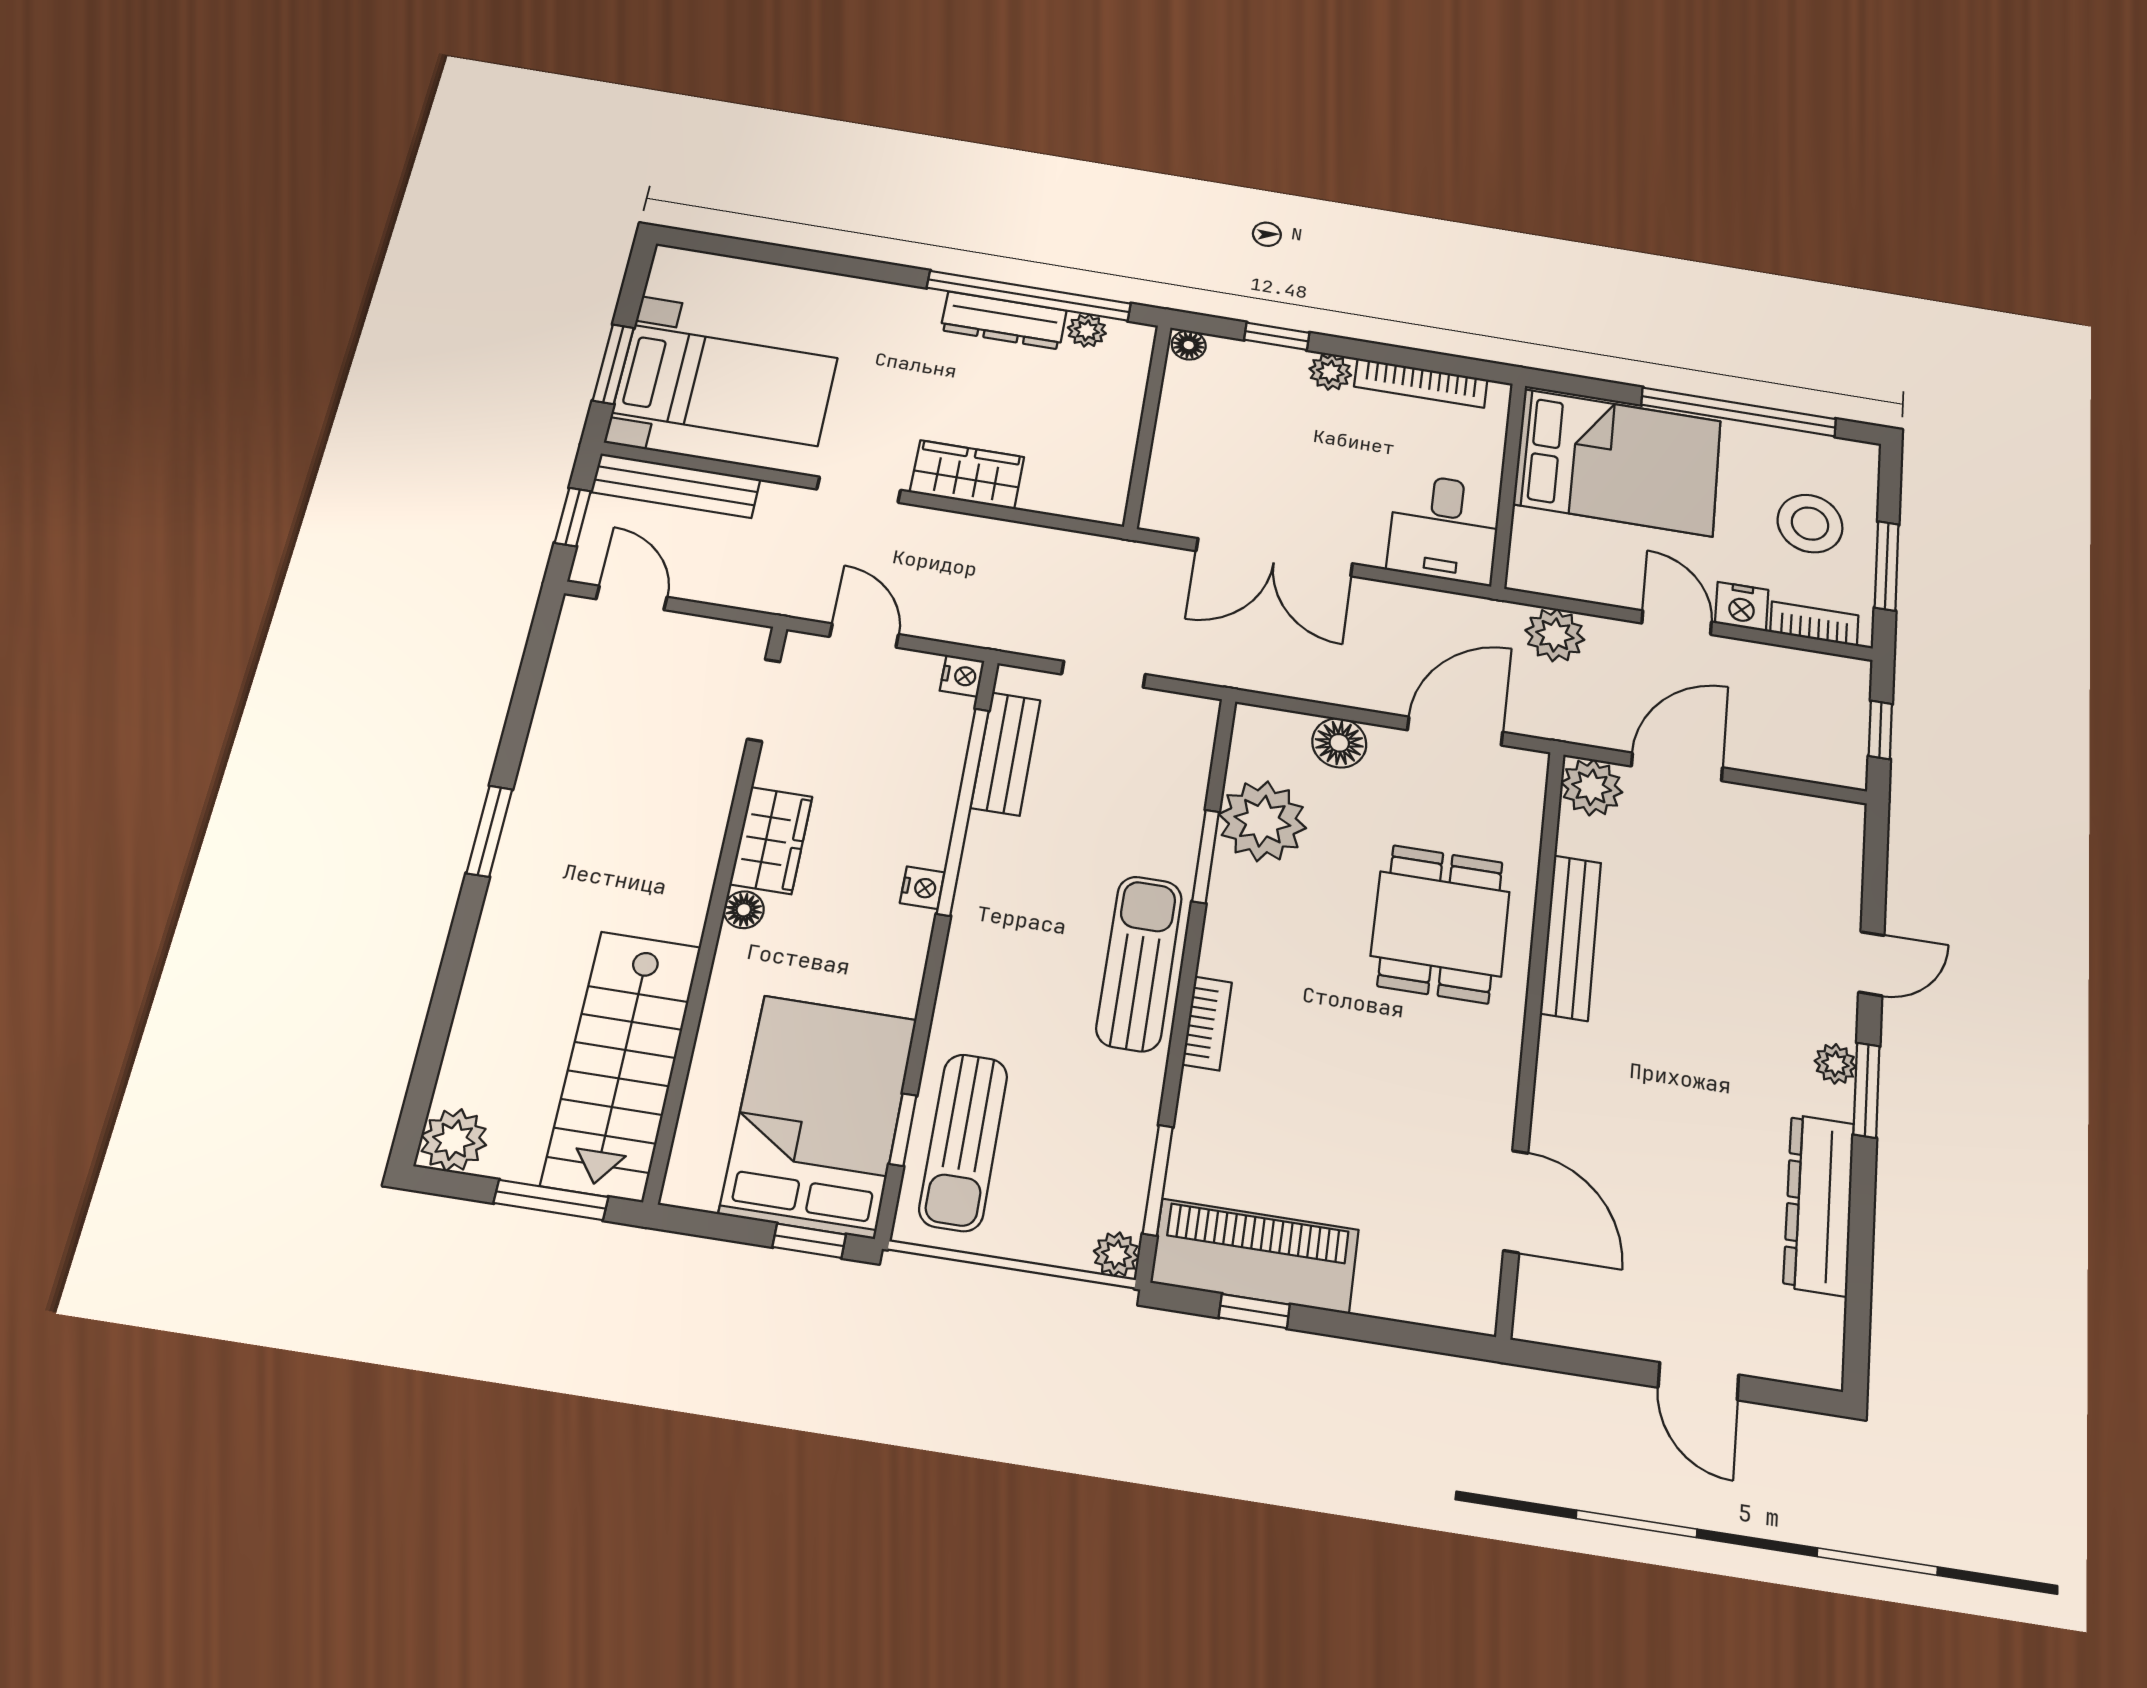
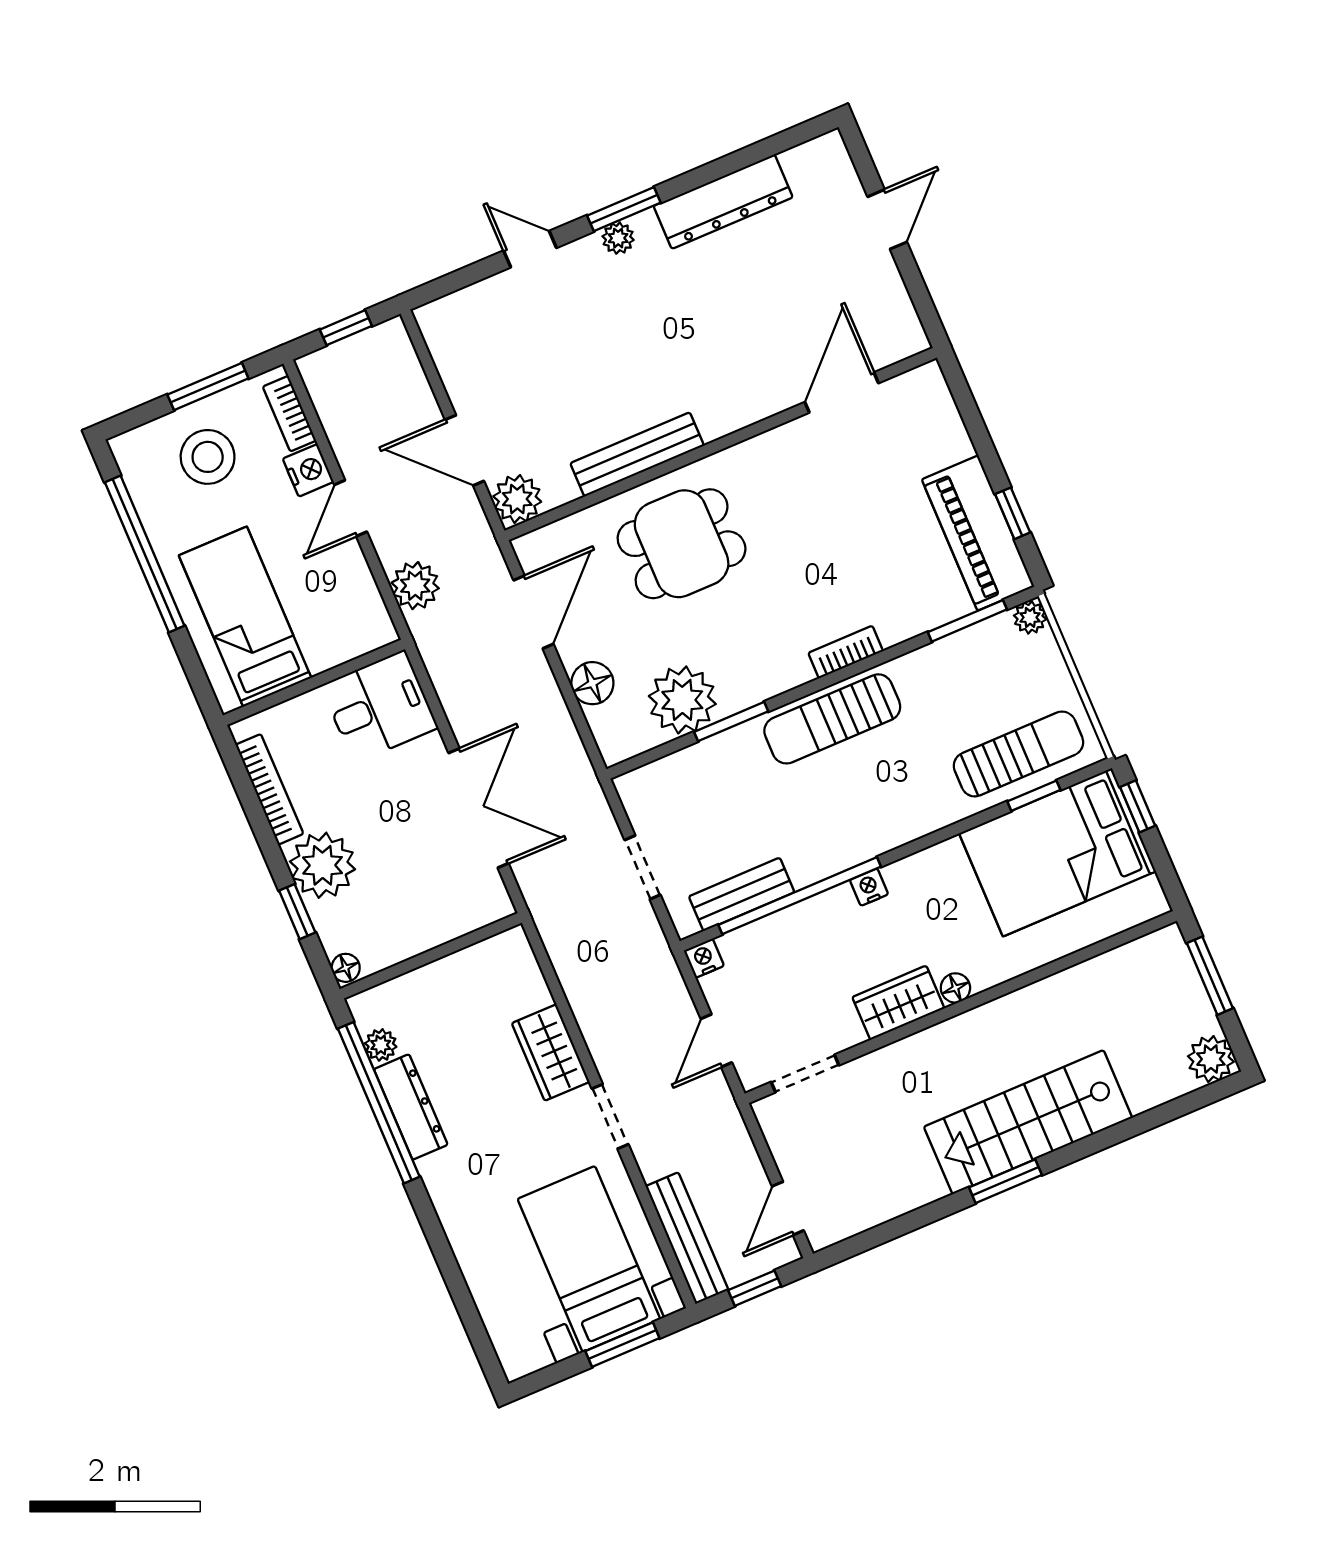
plant: (1330, 372) -> (323, 865), width x1.87, depth x1.87
bed: (1618, 462) -> (245, 617), width x0.67
door: (1455, 731) -> (534, 612), swing flipped
stairs: (622, 1065) -> (1028, 1122), moved, turned 180

